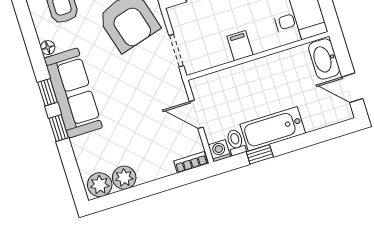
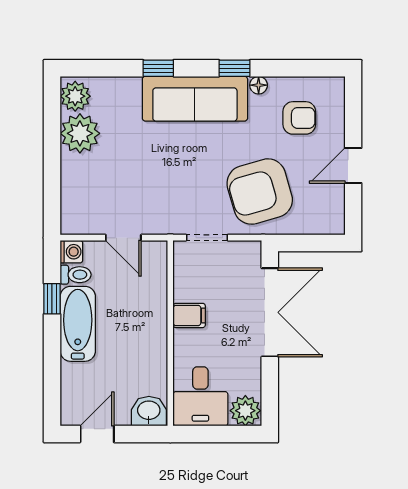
washbasin: (324, 59) -> (149, 411), width x0.72
window: (48, 92) -> (234, 68), moved
door: (196, 114) -> (123, 238), swing flipped
bookcase: (191, 162) -> (68, 213), removed
plant: (124, 178) -> (80, 133), width x1.36, depth x1.36

